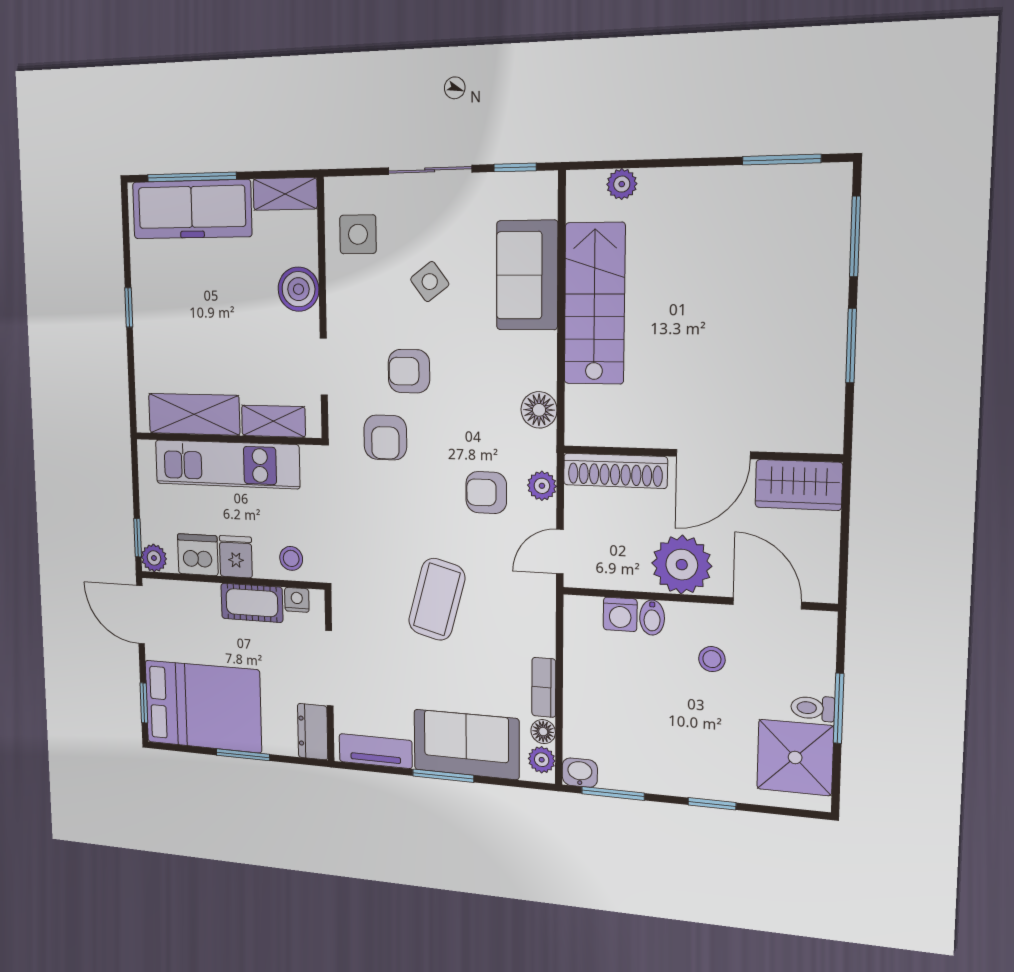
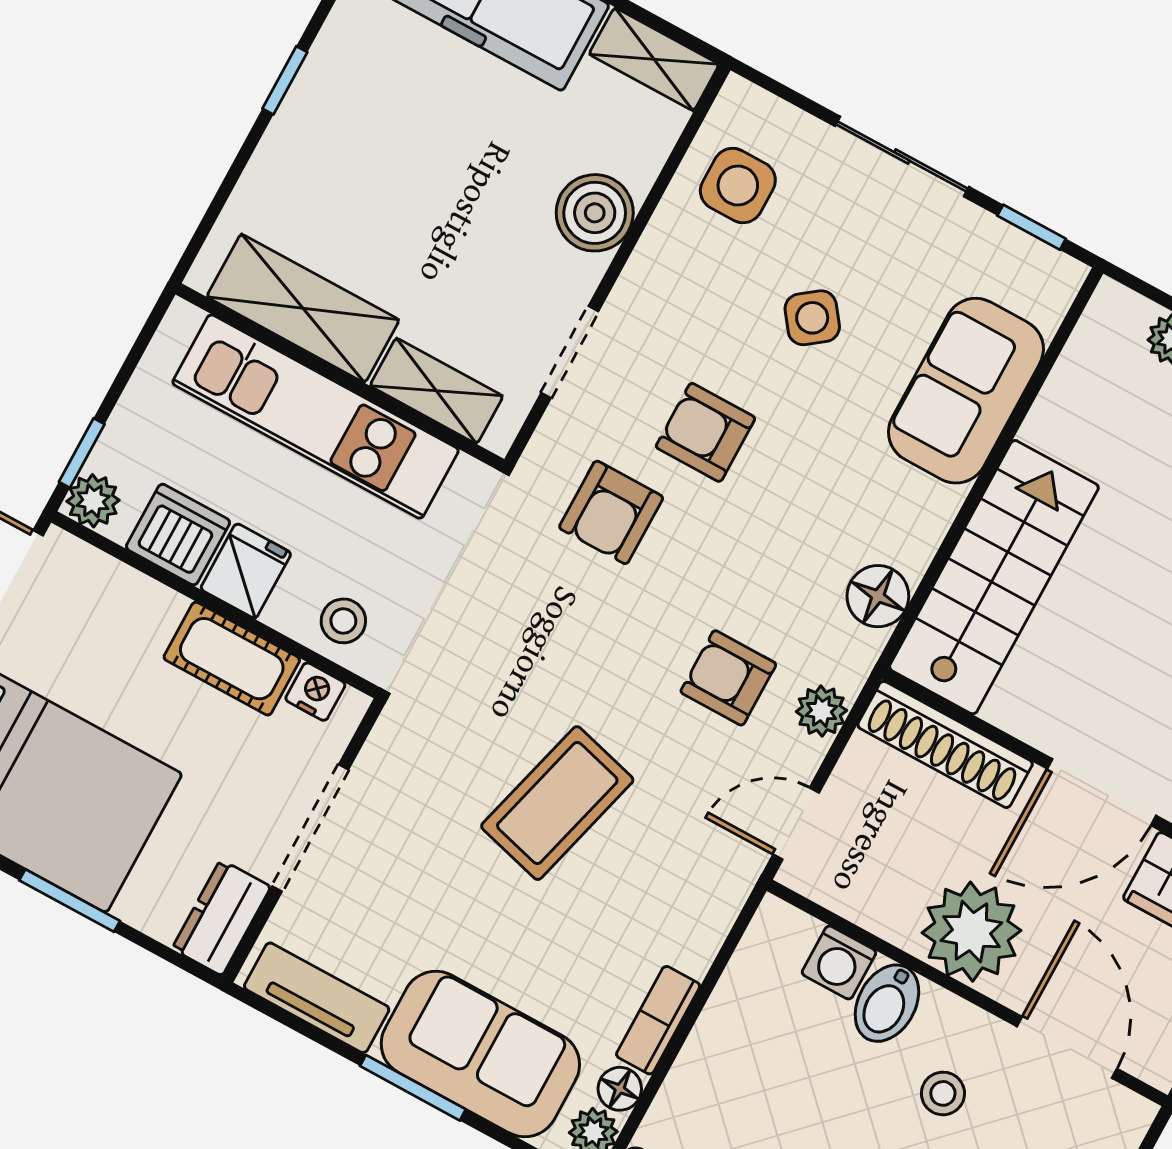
stairs: (594, 304) -> (994, 577), moved
bidet: (652, 618) -> (887, 1003), width x1.38, depth x1.36

